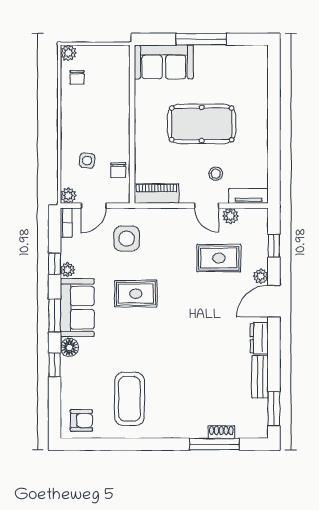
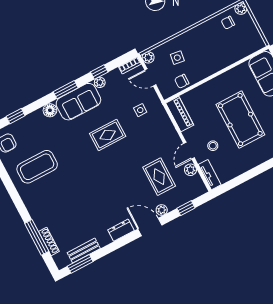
side table: (127, 239) -> (140, 110), width x0.54, depth x0.54
rug: (136, 294) -> (108, 135), turned 90
window: (55, 365) -> (16, 116), moved
bench: (260, 377) -> (84, 251), moved
shoe rack: (221, 432) -> (49, 241), width x1.43

